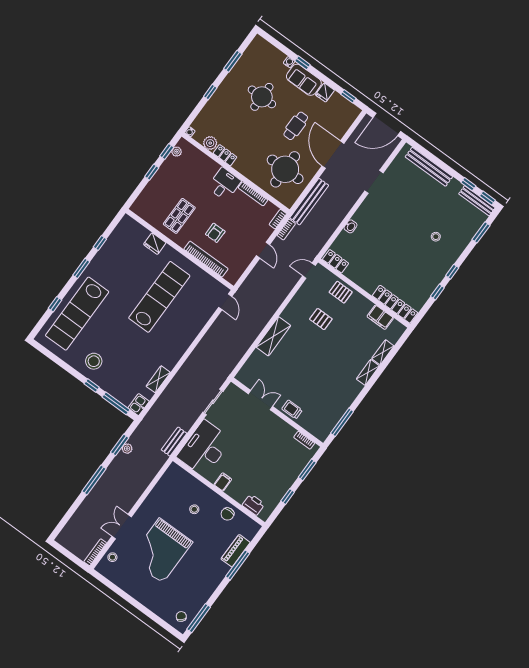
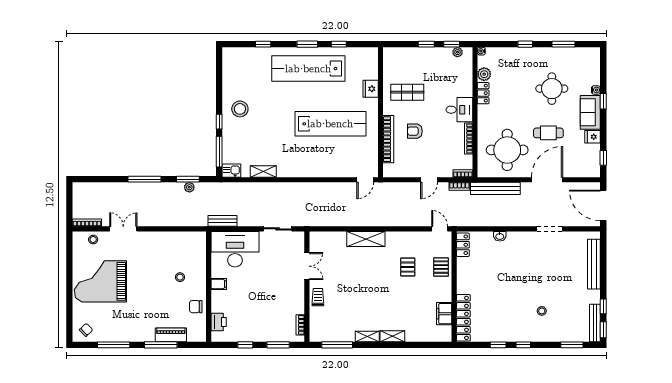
lab bench: (77, 314) -> (308, 69), moved
shelving: (383, 352) -> (367, 336), moved
grand piano: (161, 551) -> (100, 281), moved
window: (199, 618) -> (114, 345), moved

